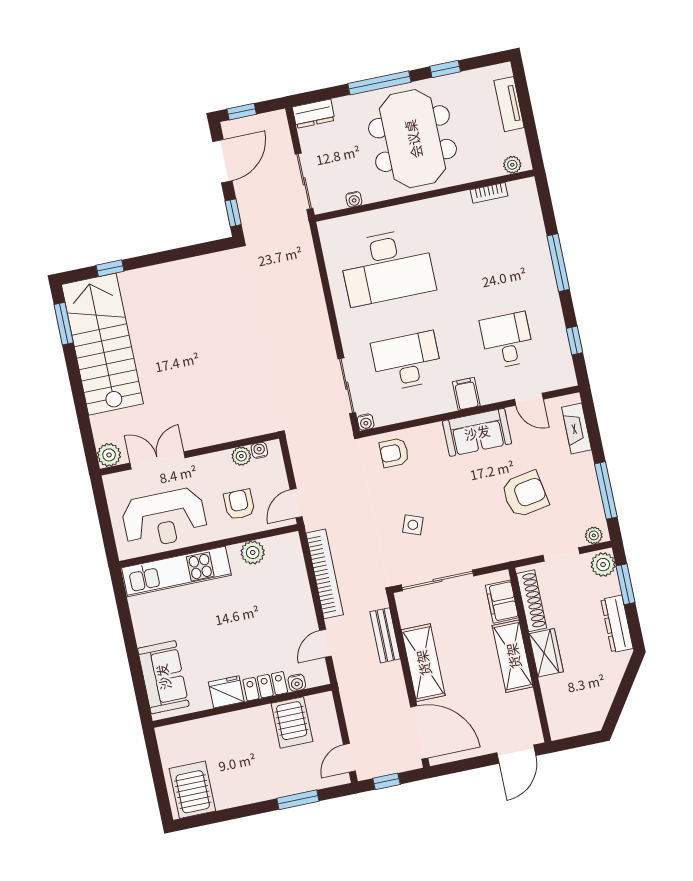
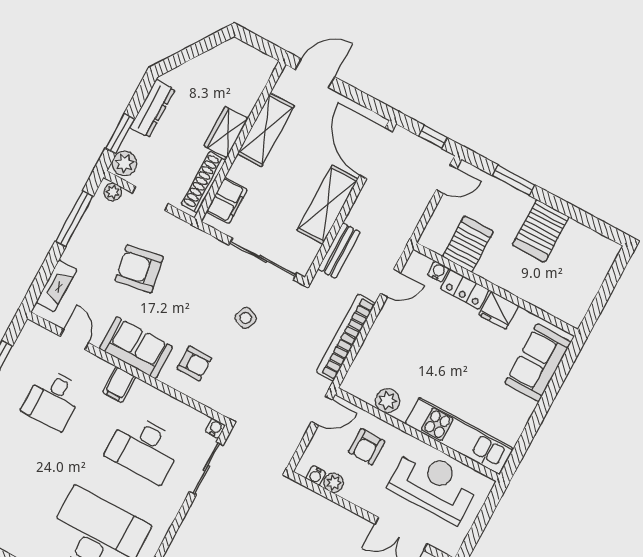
armchair: (394, 453) -> (194, 363), moved
shelving: (513, 656) -> (266, 130), moved
server rack: (192, 790) -> (541, 231), moved

